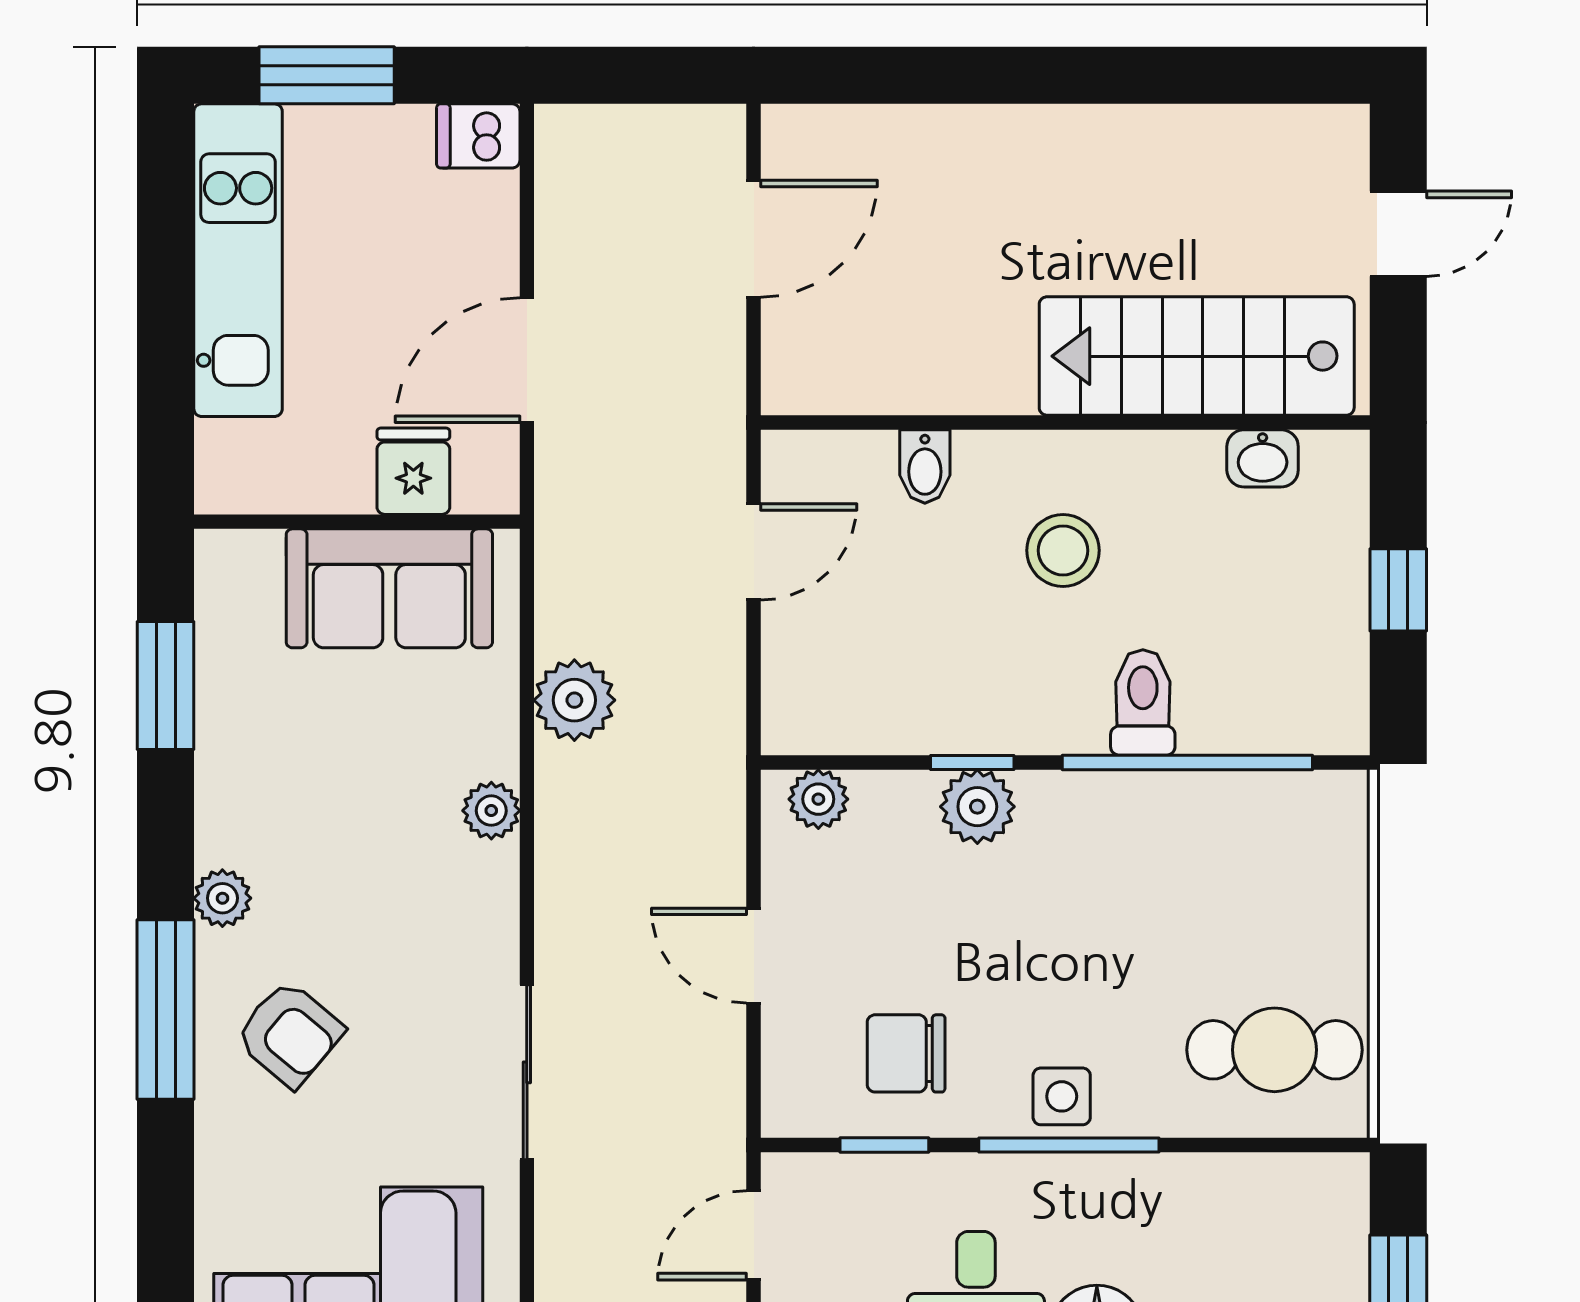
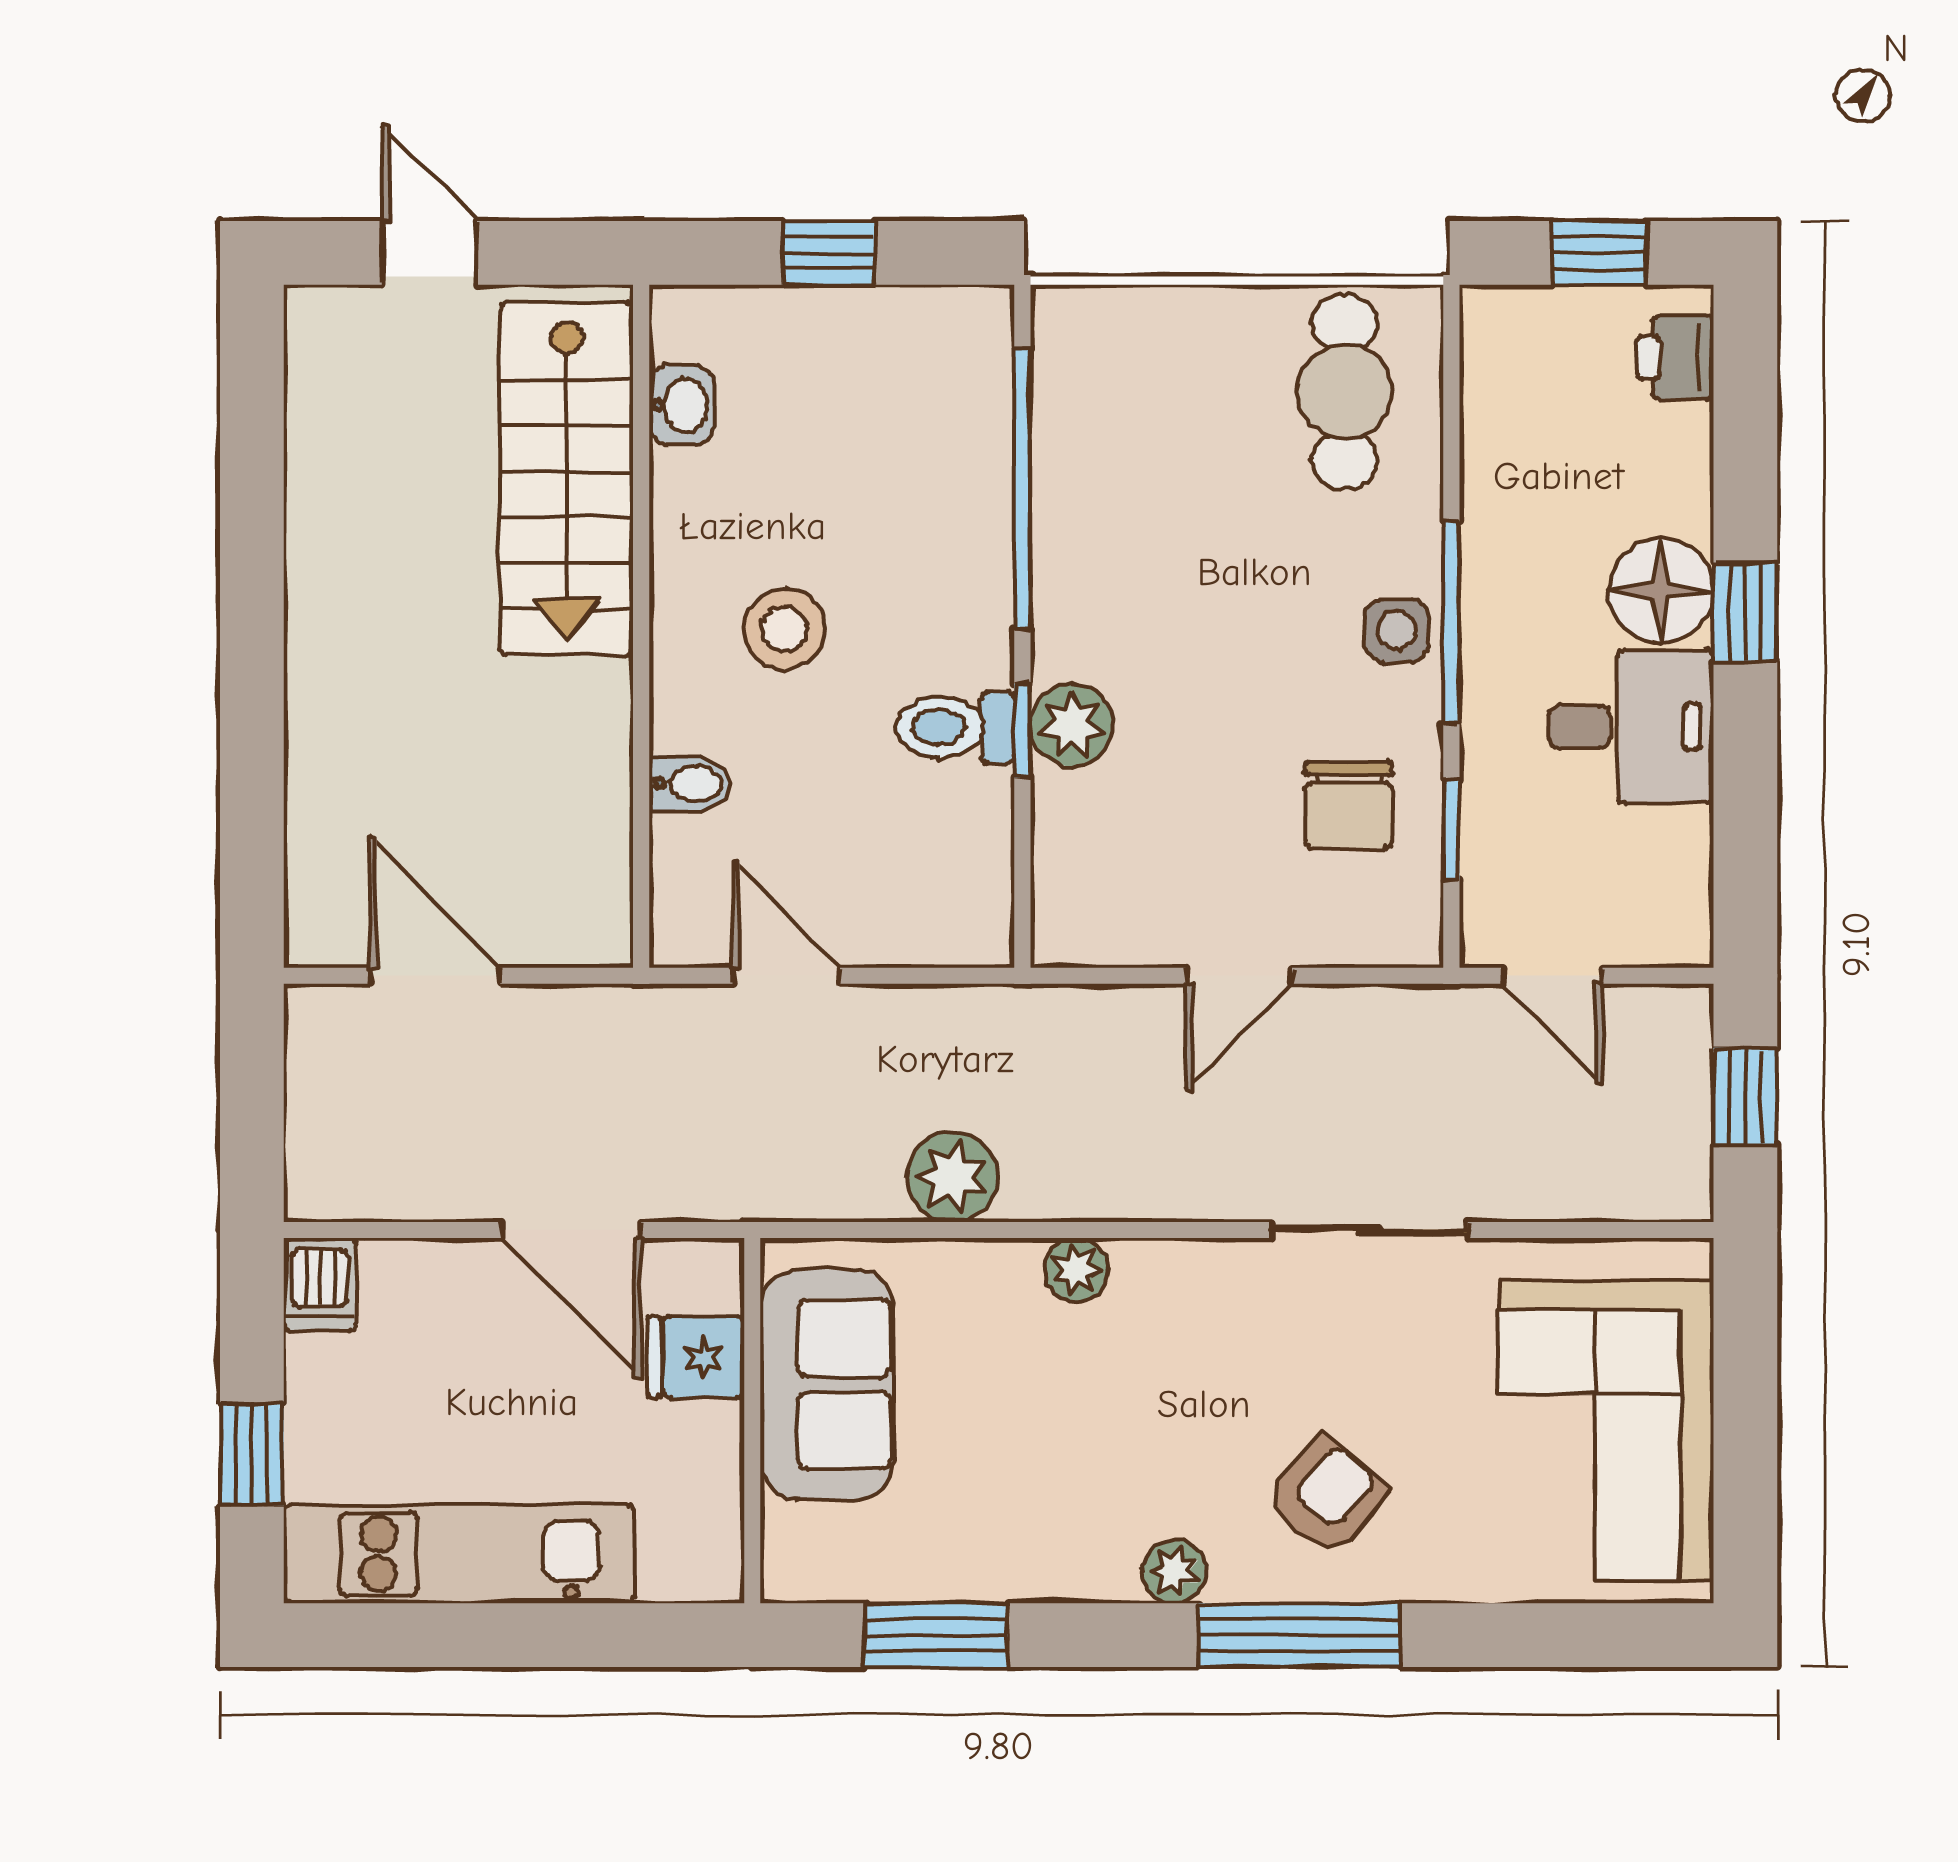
window: (327, 75) -> (252, 1454), width x0.67
toilet: (1143, 703) -> (955, 727), moved
plant: (818, 799) -> (1063, 903), removed

